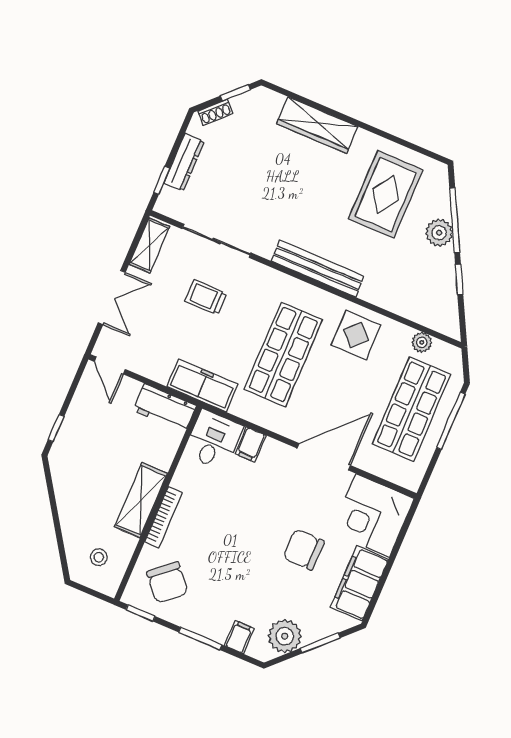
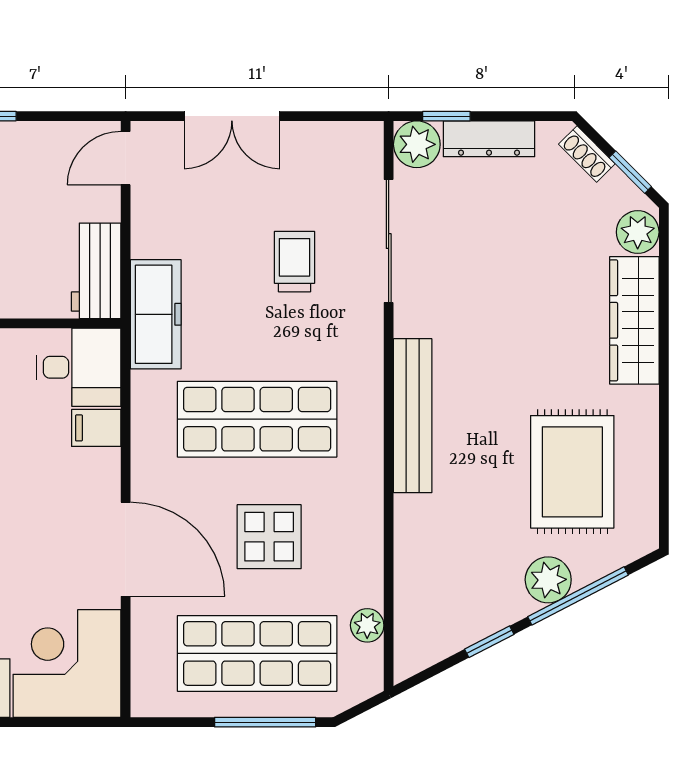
plant: (270, 103) -> (638, 232), added
rug: (386, 194) -> (572, 472), turned 90
plant: (170, 203) -> (417, 144), added
shelving: (149, 245) -> (337, 140), removed
display table: (356, 335) -> (269, 537), moved

